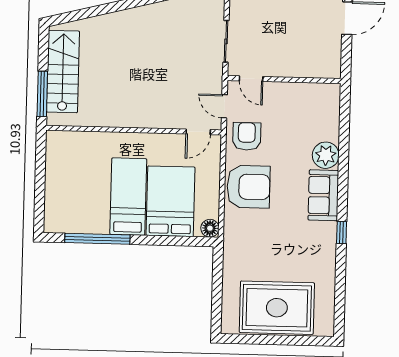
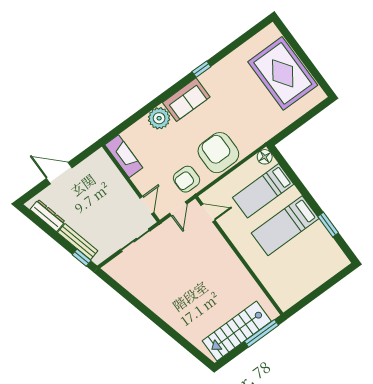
fireplace: (315, 93) -> (124, 156), added
bed: (170, 201) -> (263, 191), width x0.67
window: (97, 239) -> (328, 225), width x0.47

